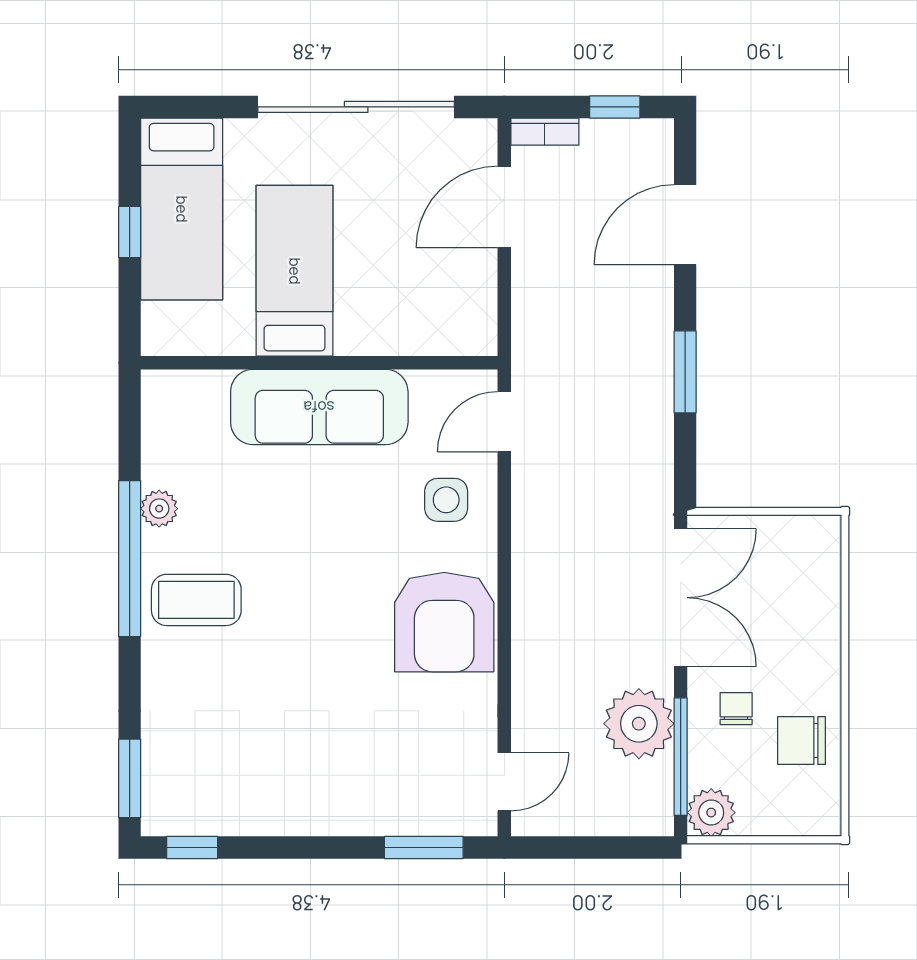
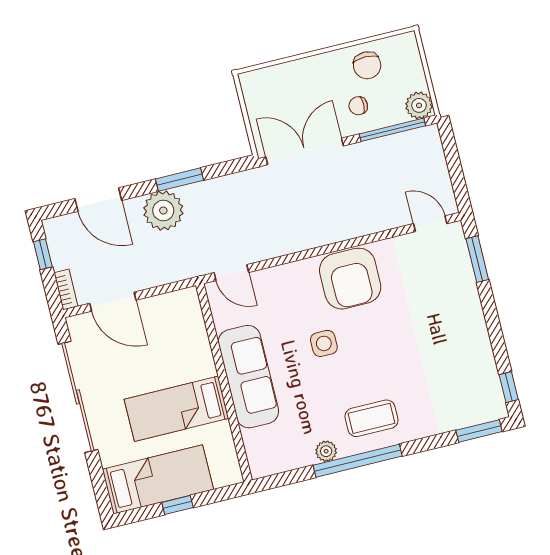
side table: (446, 500) -> (324, 343), moved
coffee table: (196, 600) -> (372, 418), turned 90
armchair: (444, 622) -> (350, 279), turned 90
plant: (639, 724) -> (163, 211), moved

